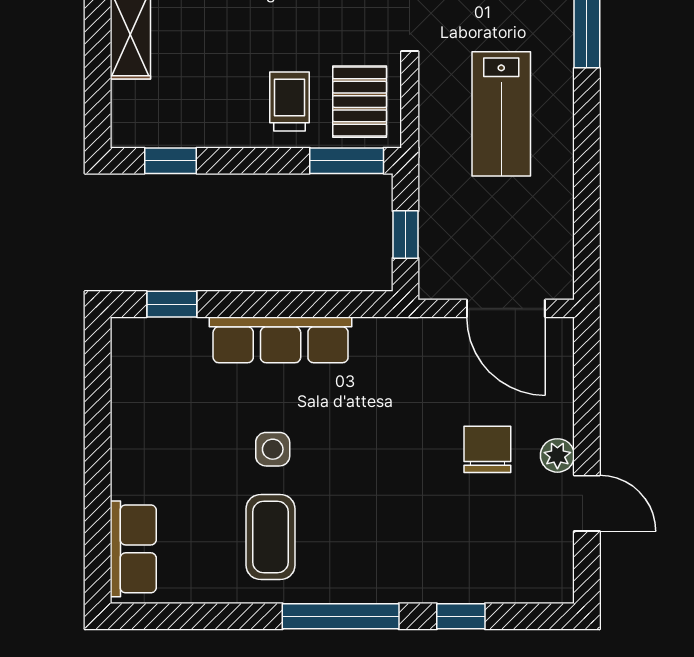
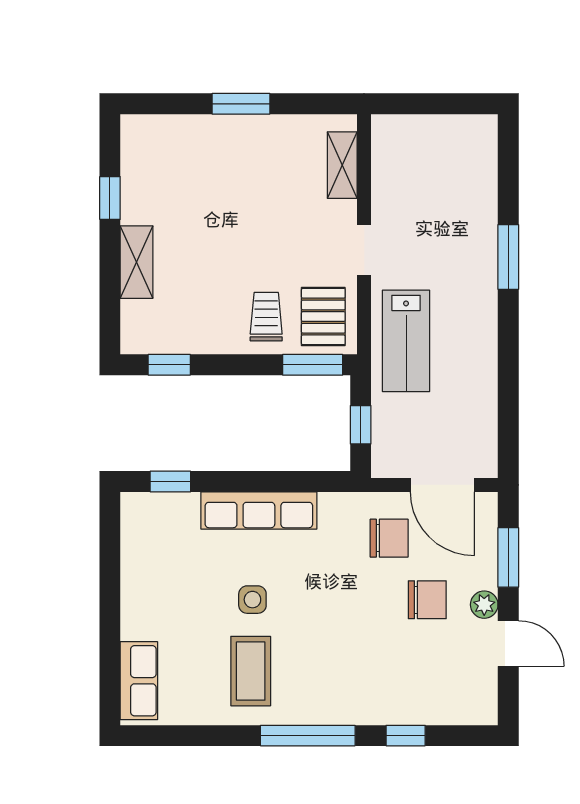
lab bench: (501, 114) -> (406, 341), moved
chair: (441, 374) -> (389, 538), added
window: (587, 397) -> (508, 557), added
chair: (487, 449) -> (427, 600), turned 90

